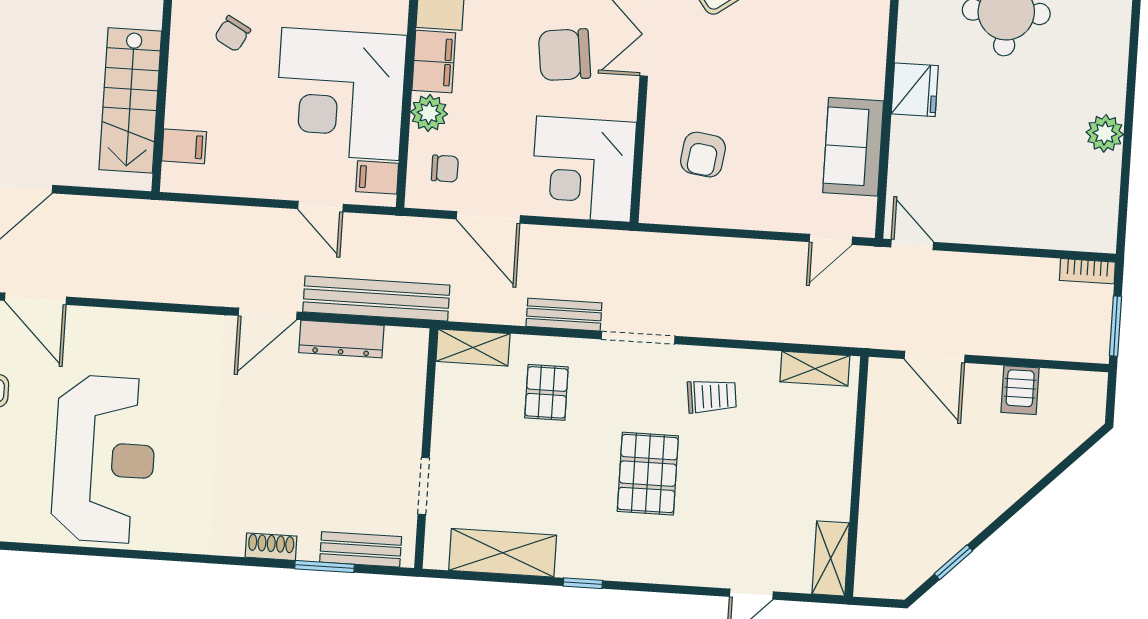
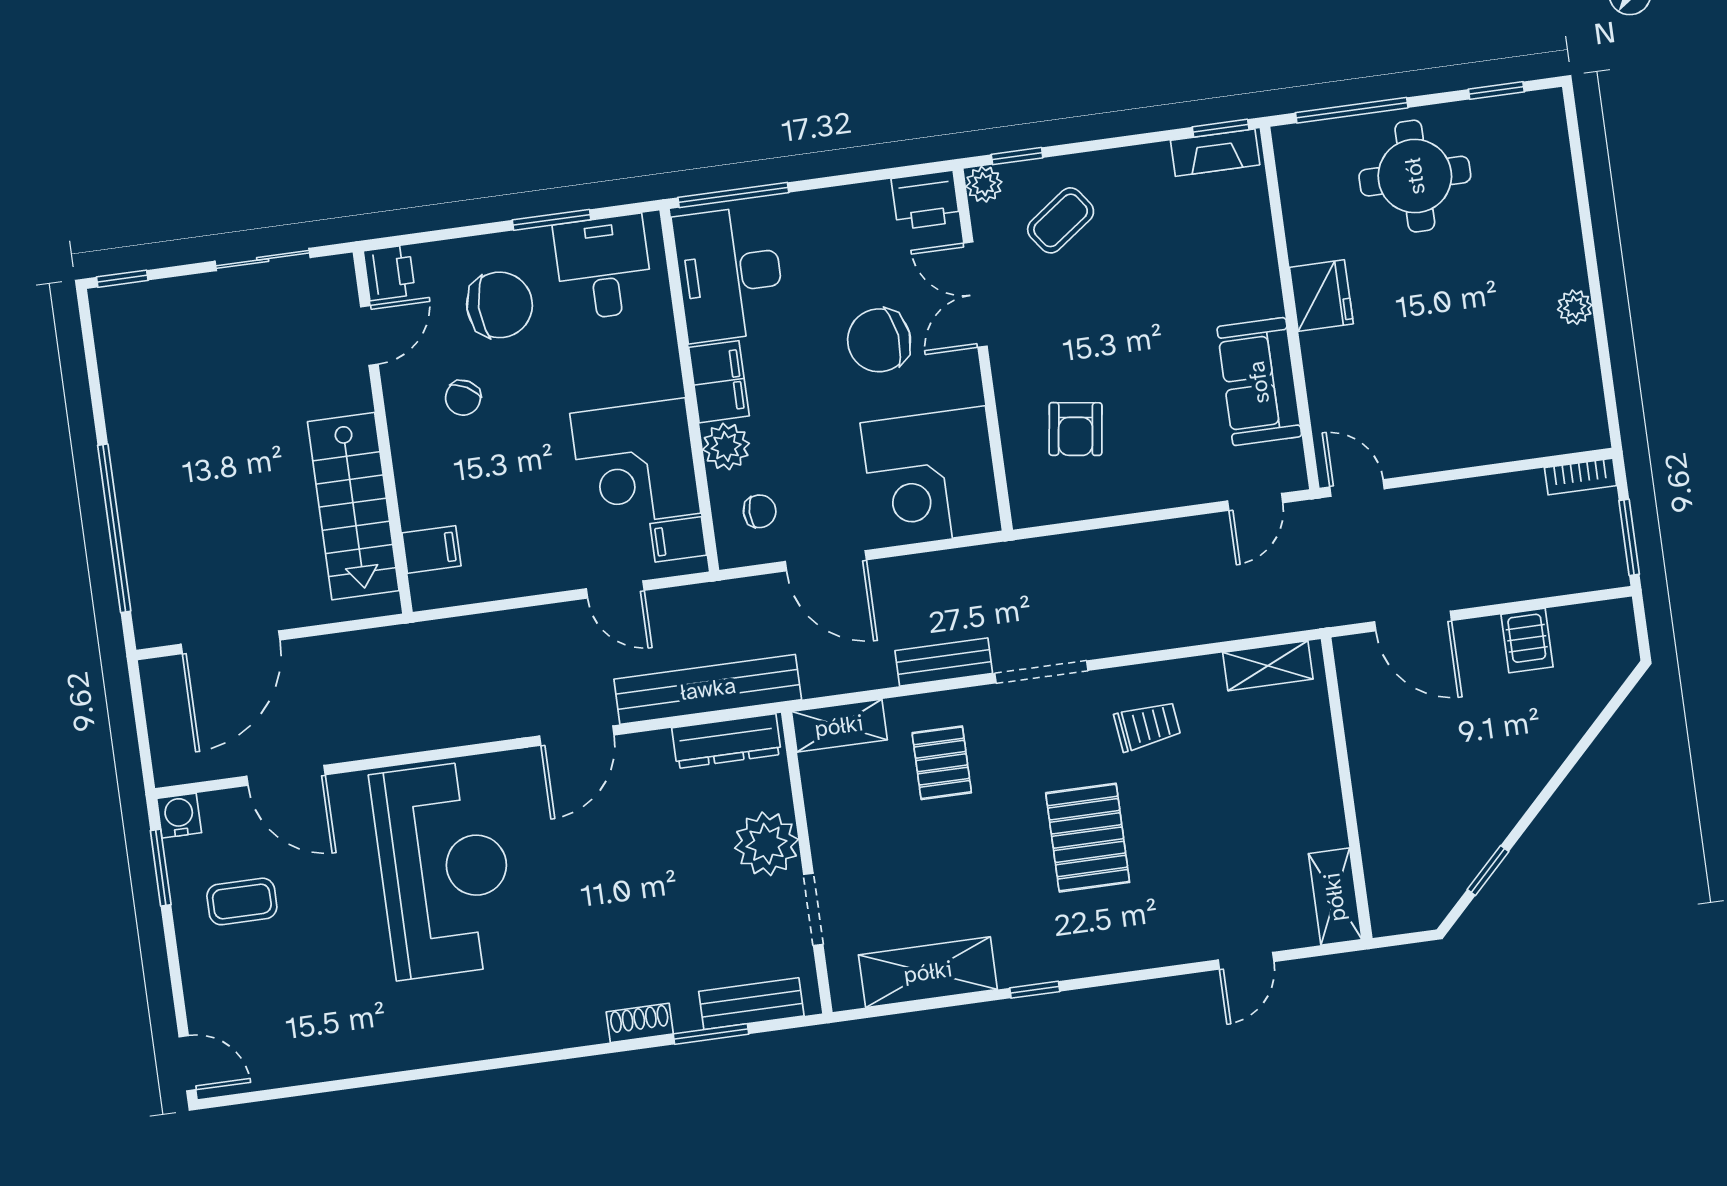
corner desk: (340, 94) -> (635, 463), width x0.74, depth x0.74
plant: (1105, 133) -> (1575, 307), width x0.73, depth x0.73
dresser: (341, 339) -> (727, 741), moved
plant: (398, 428) -> (766, 844), added
reception desk: (104, 459) -> (444, 870), moved

